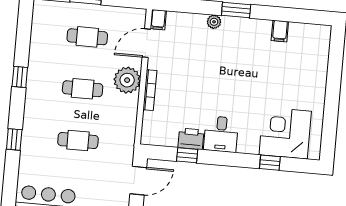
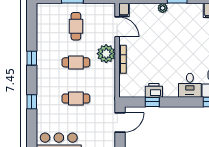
cafe table: (87, 37) -> (76, 26), turned 90
door: (146, 43) -> (117, 27), swing flipped
desk: (221, 134) -> (190, 85), moved

